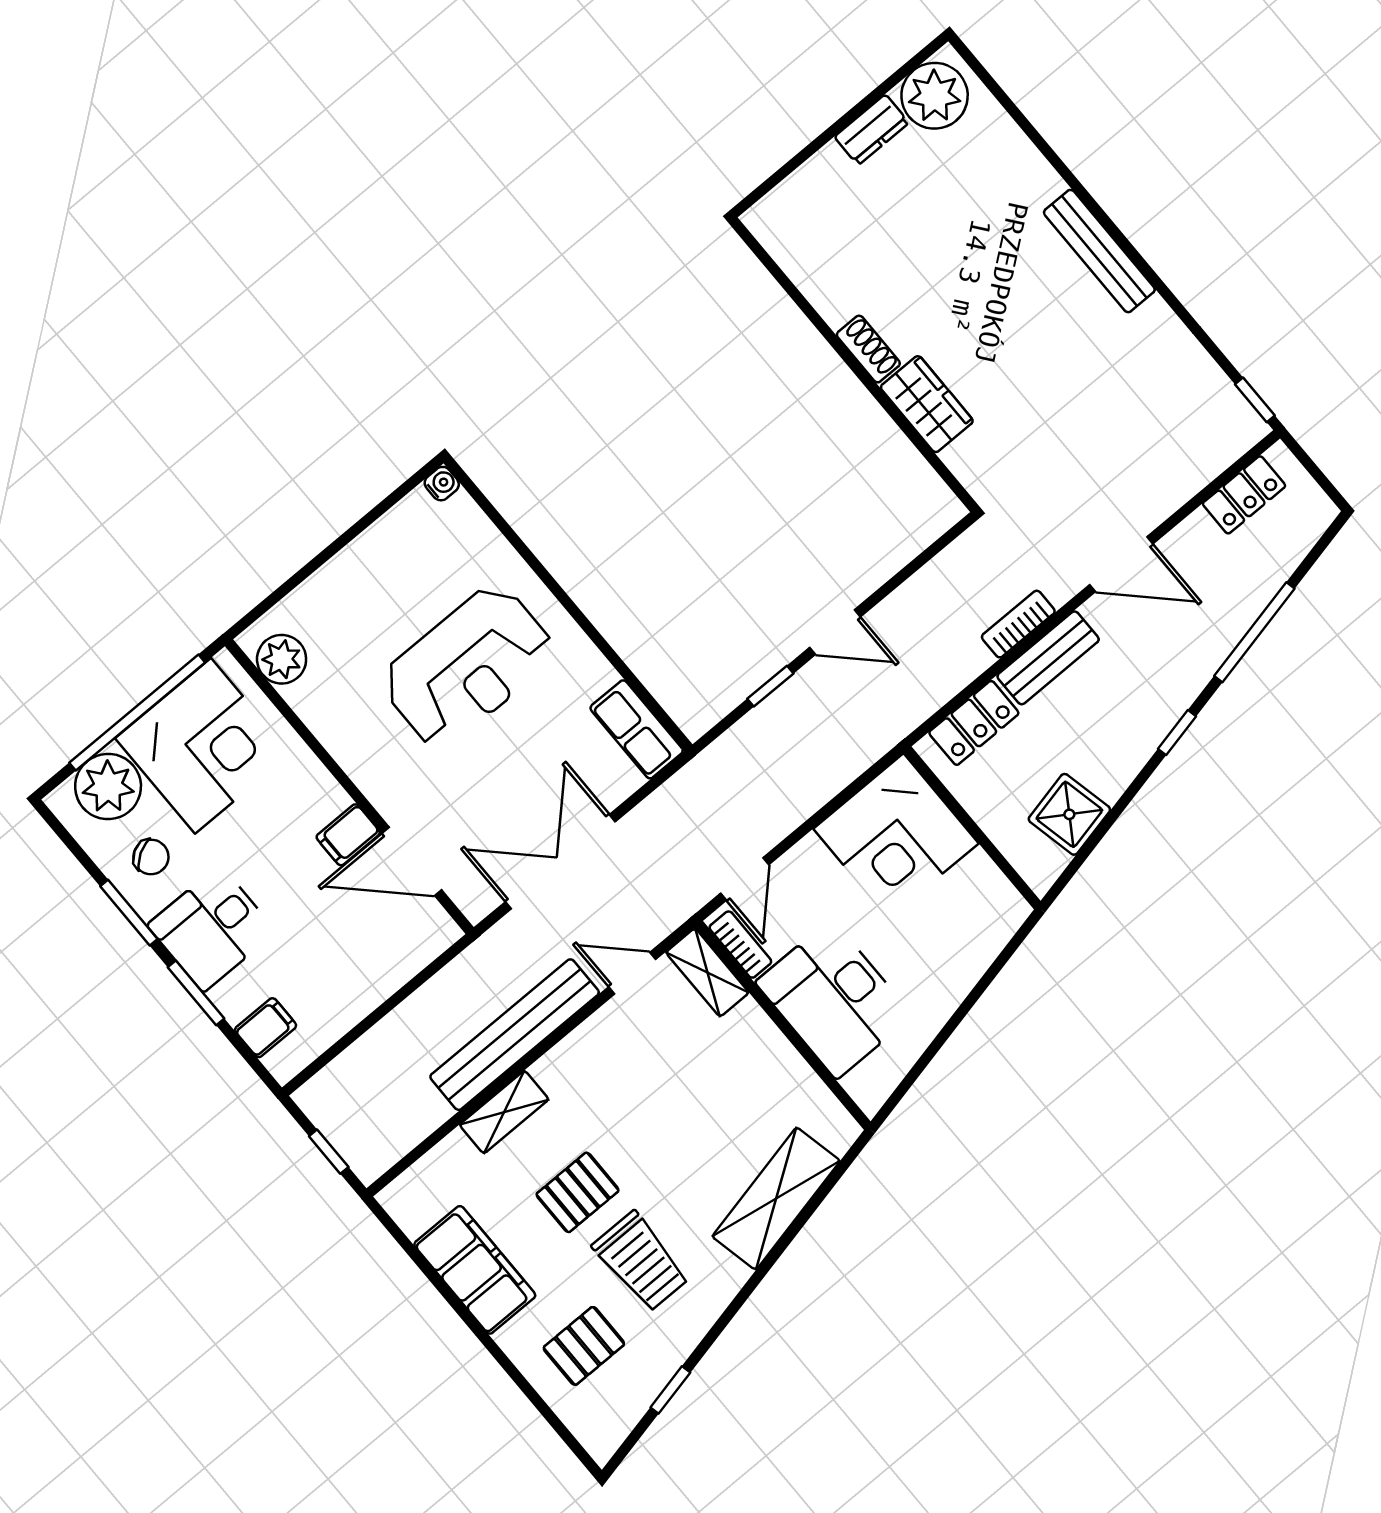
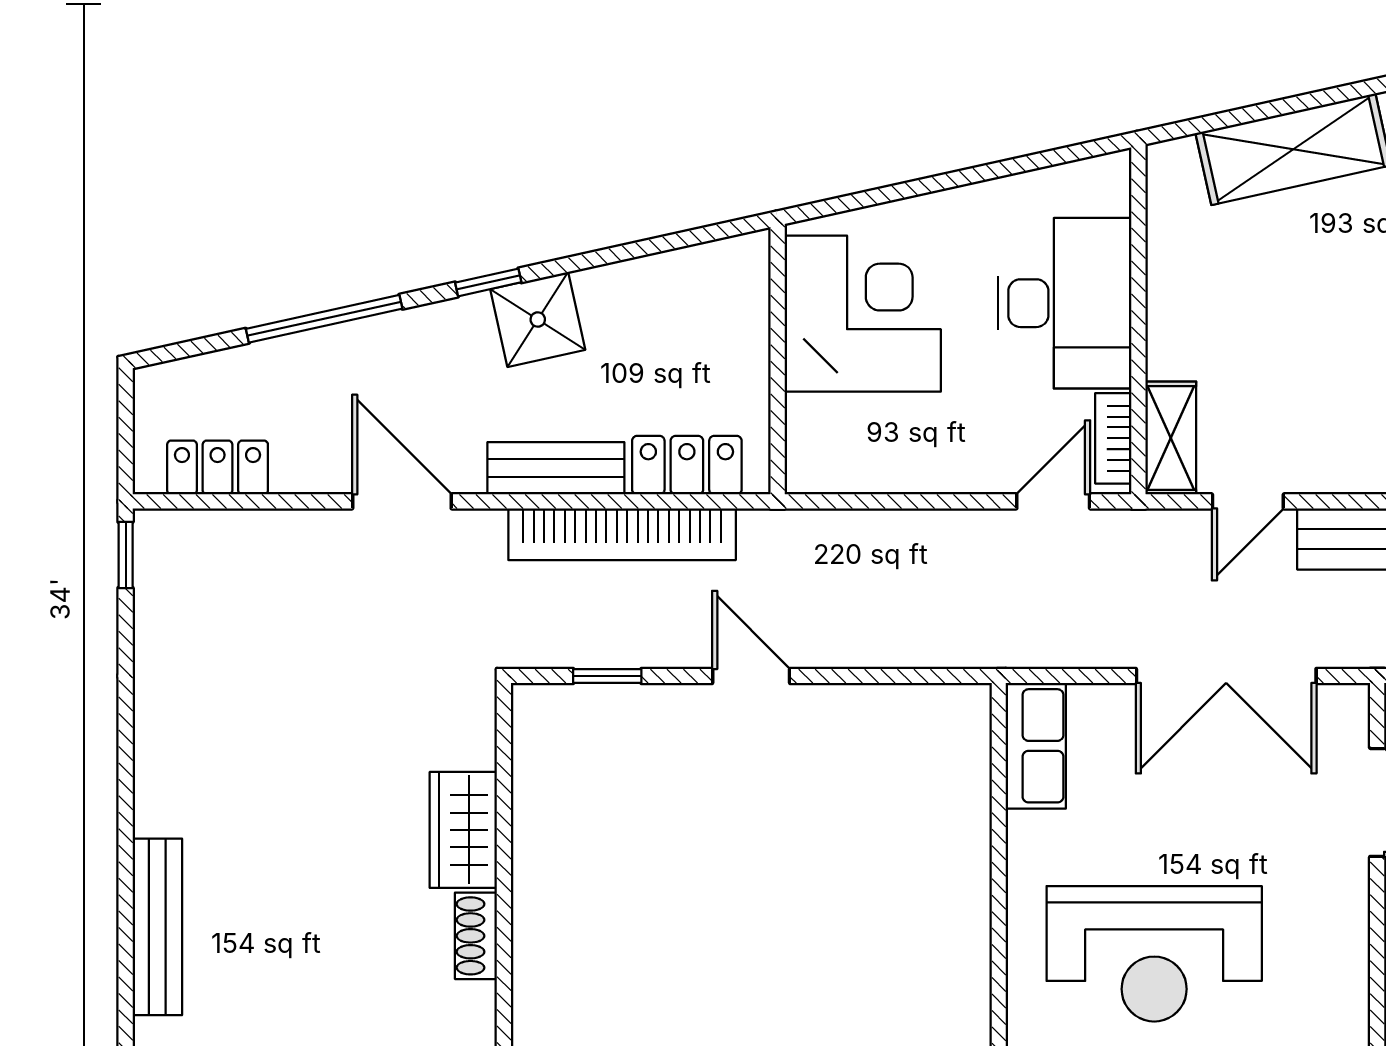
bench: (1099, 251) -> (157, 927), moved
bookcase: (1018, 624) -> (622, 534), width x2.31, depth x1.31
reception desk: (468, 666) -> (1154, 954), turned 180
window: (770, 686) -> (607, 676), moved
shower: (1069, 814) -> (538, 319), moved
corner desk: (896, 836) -> (863, 314), moved
door: (632, 973) -> (1248, 501), hinge flipped

